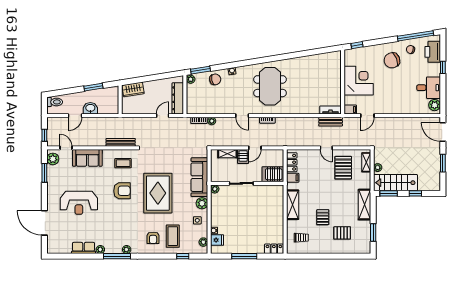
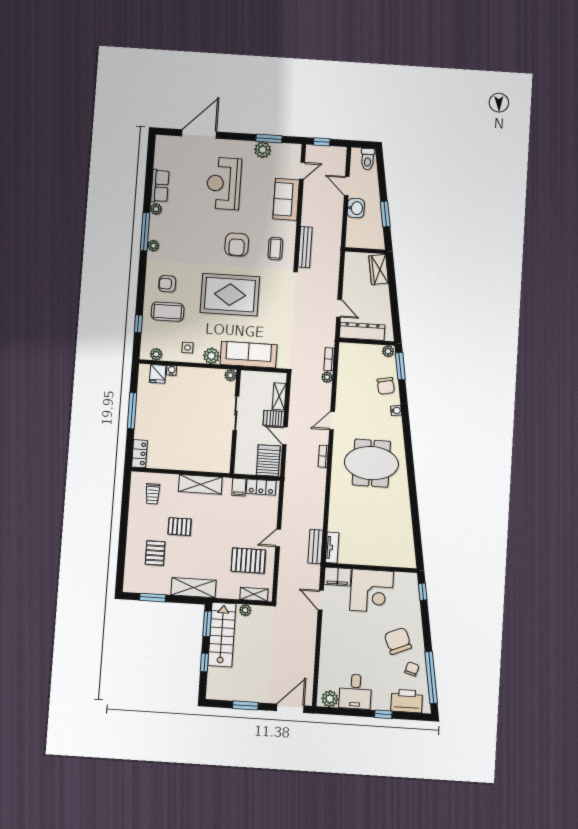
filing cabinet: (350, 110) -> (338, 577), width x2.00
plant: (53, 159) -> (263, 150), moved
server rack: (273, 174) -> (268, 461), moved

